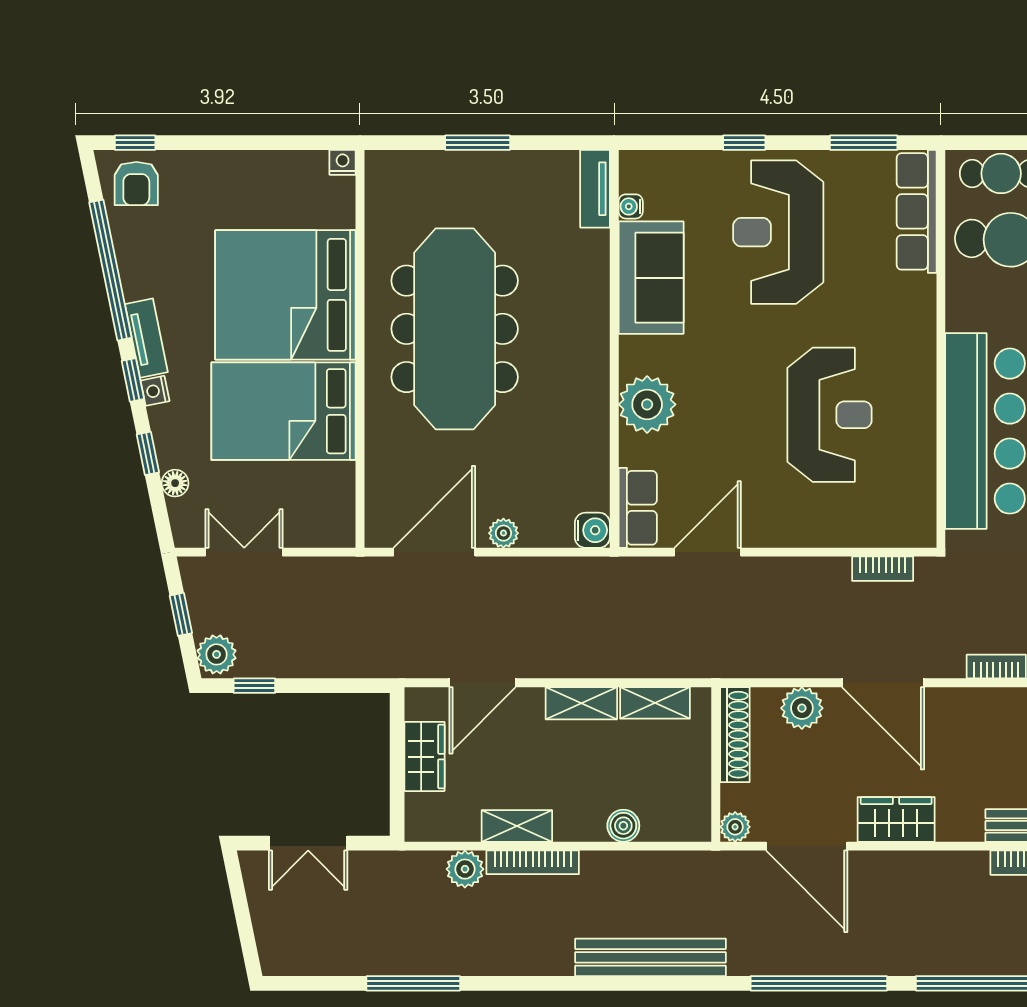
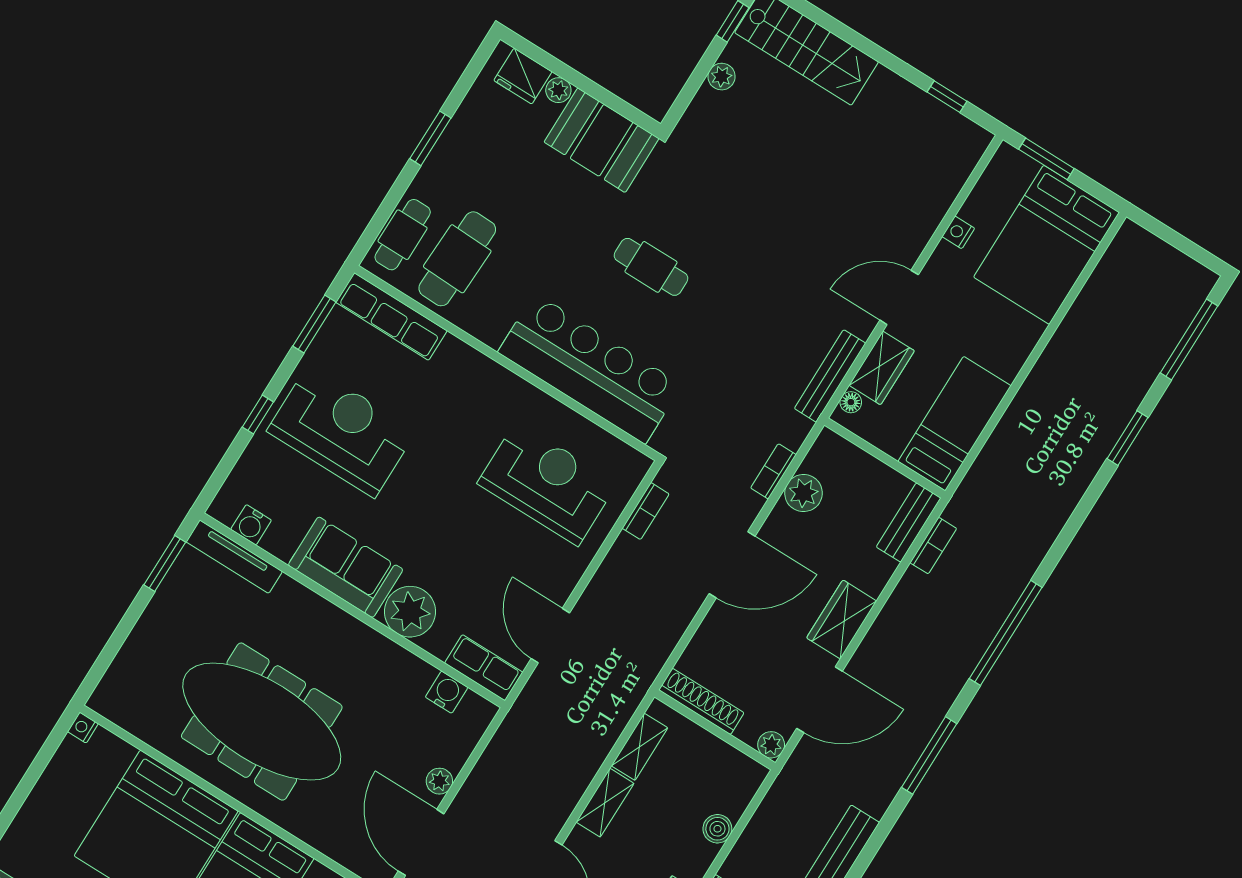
window: (478, 143) -> (165, 564), moved
tv unit: (595, 189) -> (234, 557), width x1.41
water cooler: (631, 206) -> (251, 525), width x1.38, depth x1.38
reception desk: (778, 232) -> (342, 431), turned 180
sofa: (651, 278) -> (346, 567), moved
reception desk: (829, 415) -> (547, 483), moved
water cooler: (592, 530) -> (447, 692), moved
plant: (802, 708) -> (804, 493), moved
window: (819, 983) -> (929, 755), width x0.68

